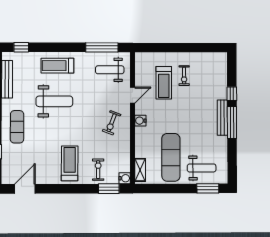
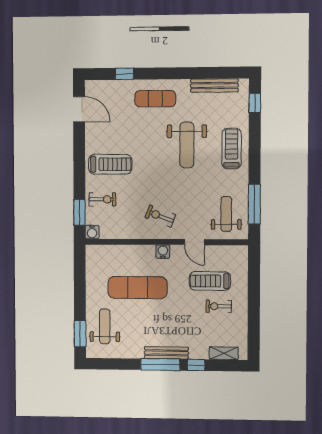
exercise mat: (171, 157) -> (138, 288), moved
weight bench: (202, 168) -> (105, 326), turned 180
shelving: (140, 170) -> (224, 353), moved

